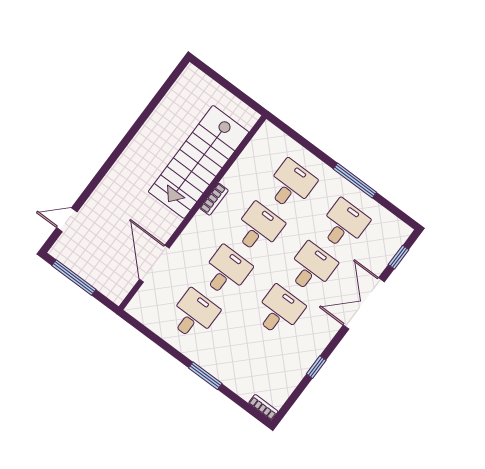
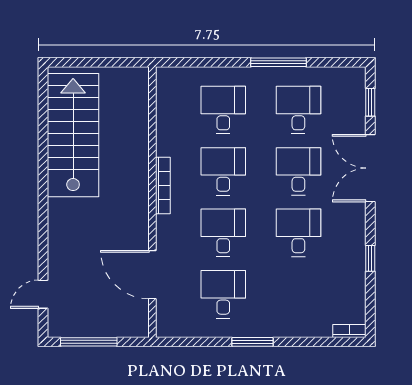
stairs: (199, 162) -> (73, 135), moved, turned 180
bookcase: (214, 199) -> (163, 185), width x1.56
window: (205, 376) -> (253, 342), moved

